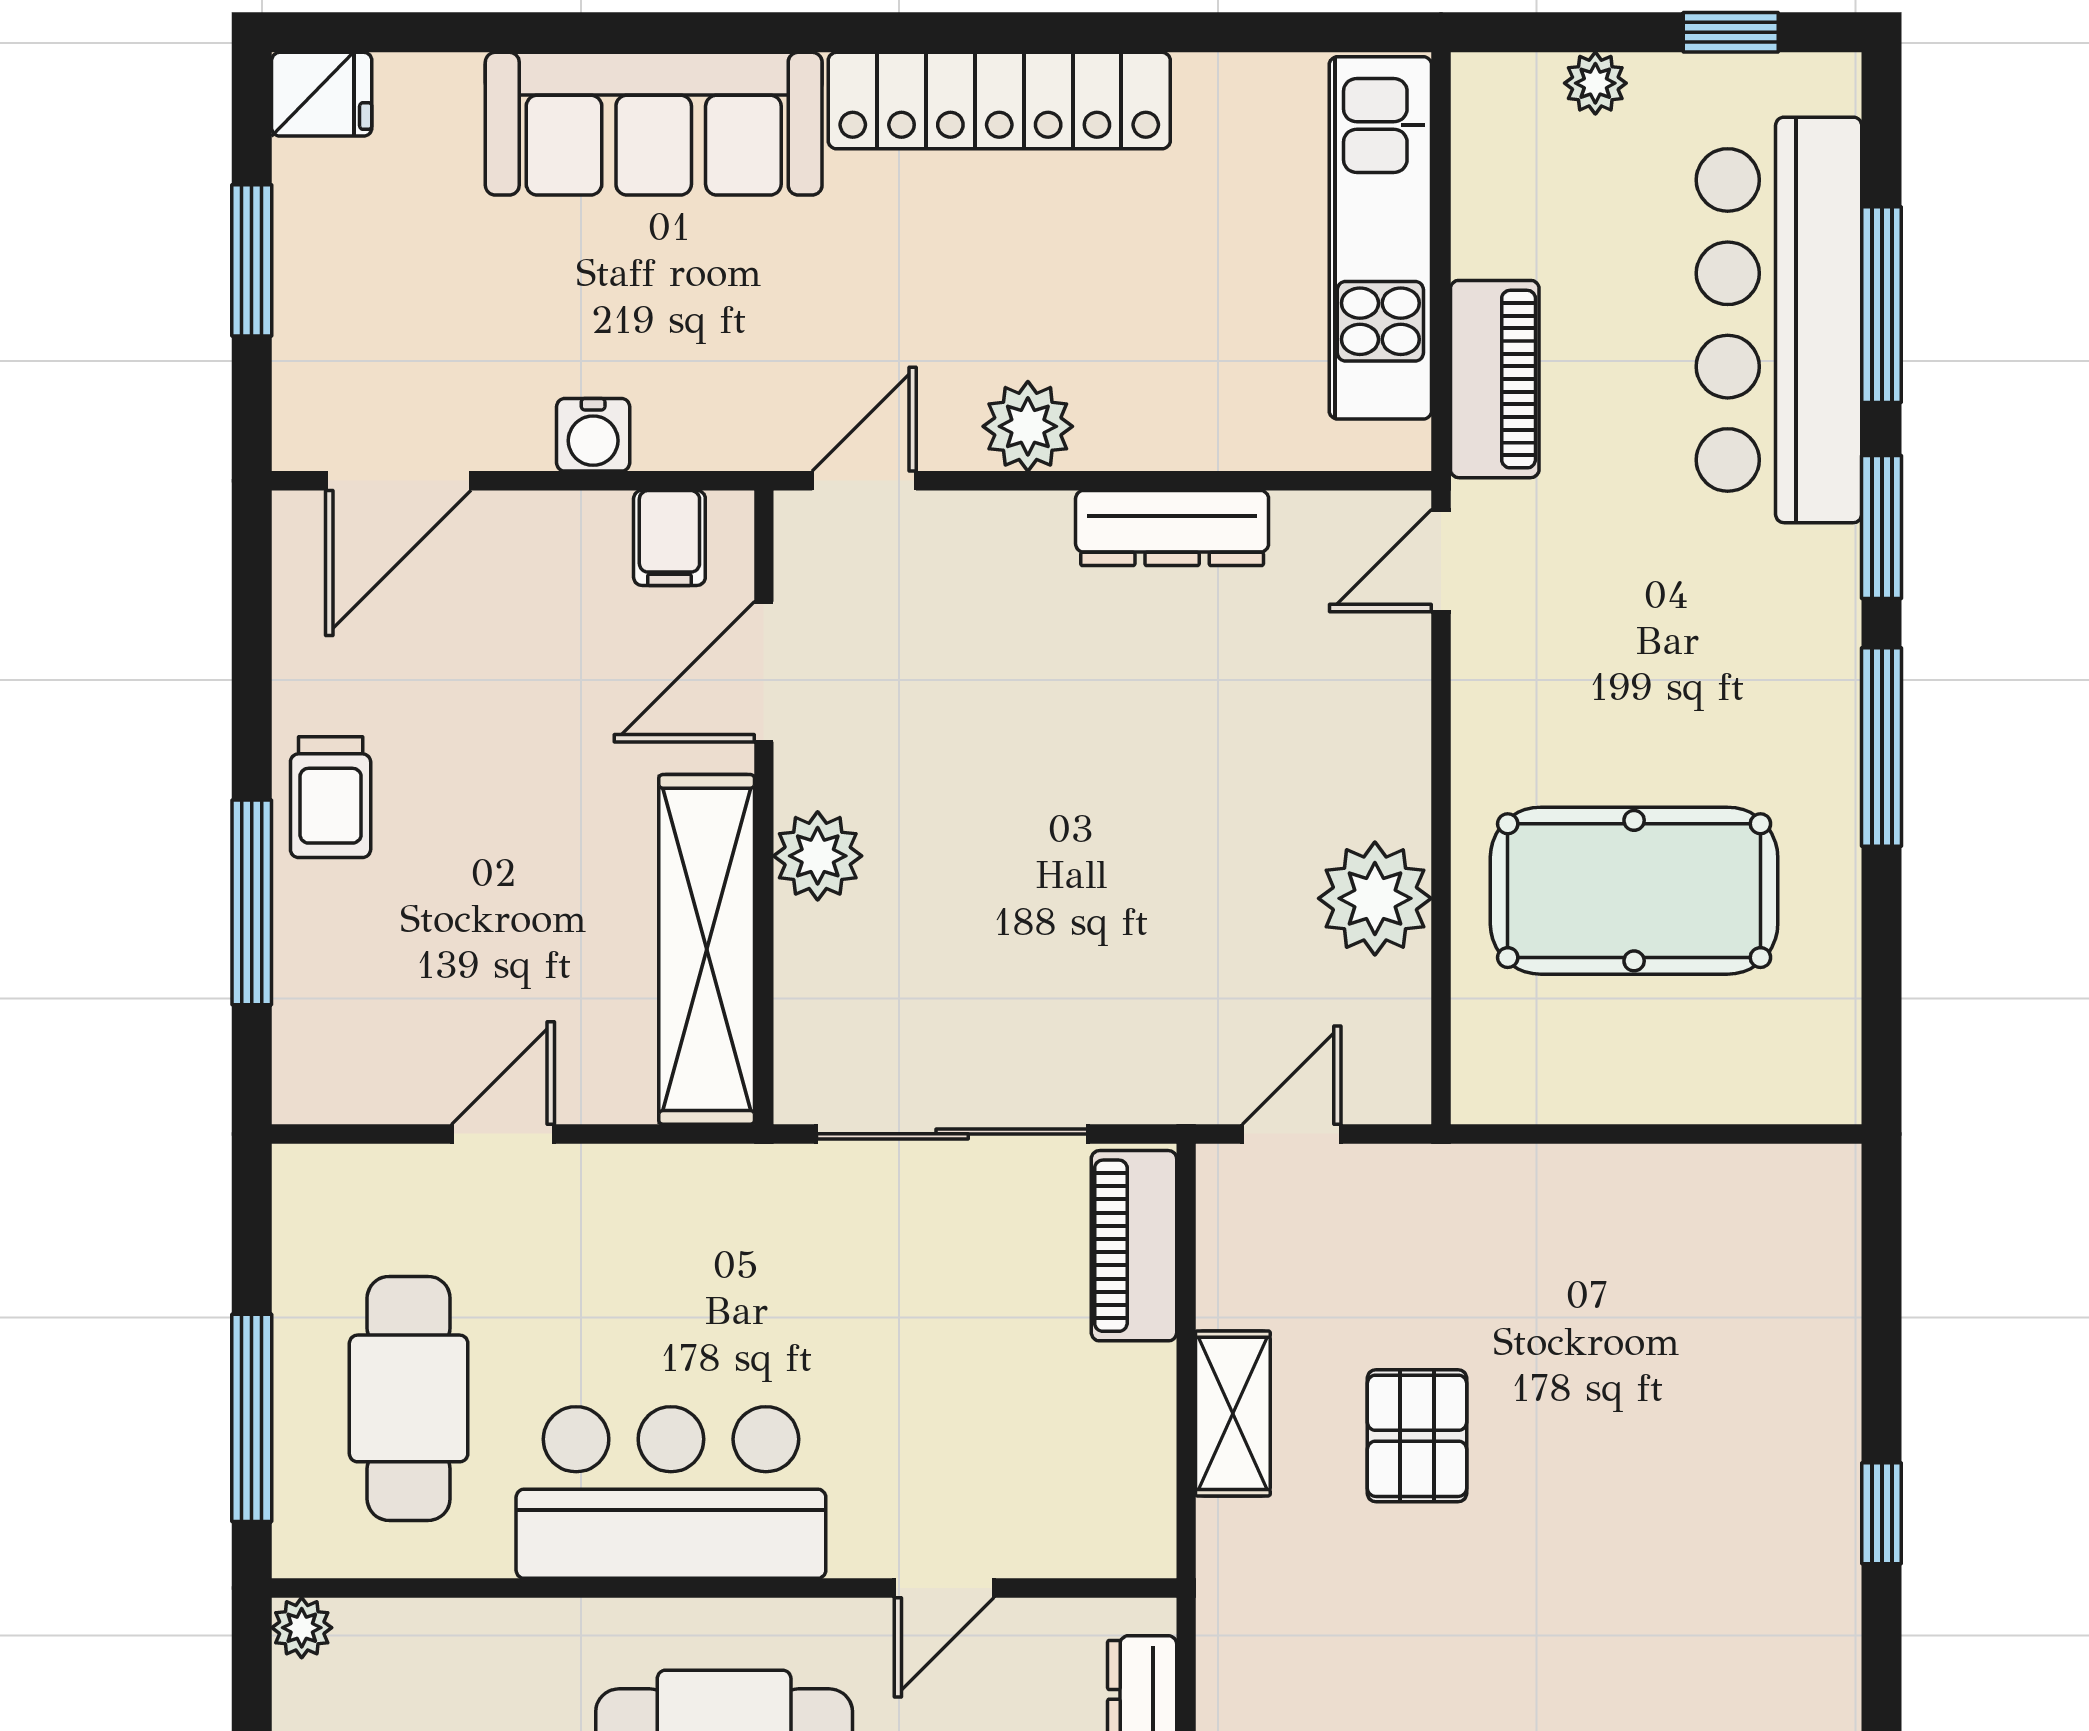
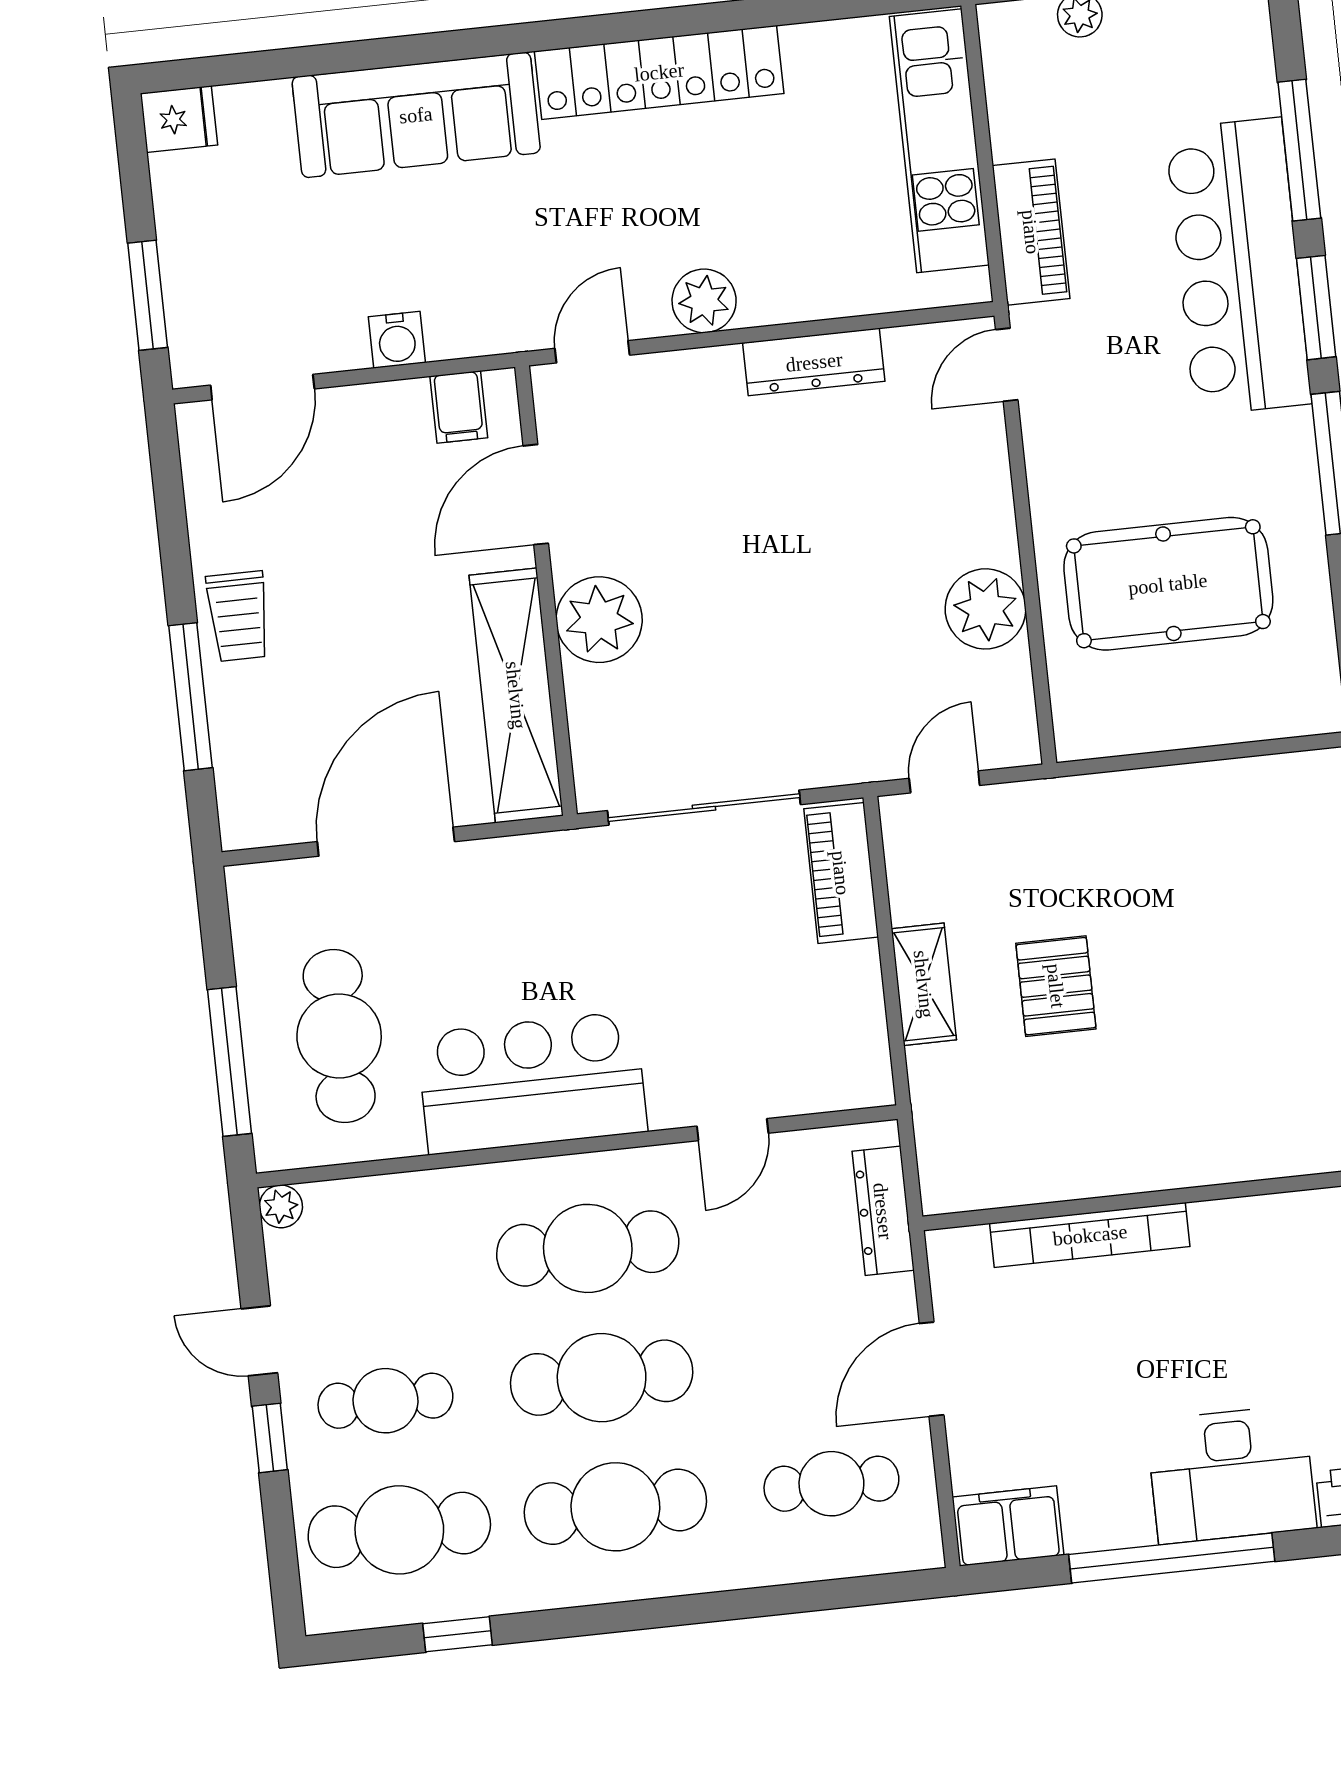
window: (252, 260) -> (148, 295), moved
bar counter: (1779, 320) -> (1238, 266), moved
plant: (818, 856) -> (599, 620), width x1.36, depth x1.36
door: (503, 1134) -> (386, 842), width x1.88

